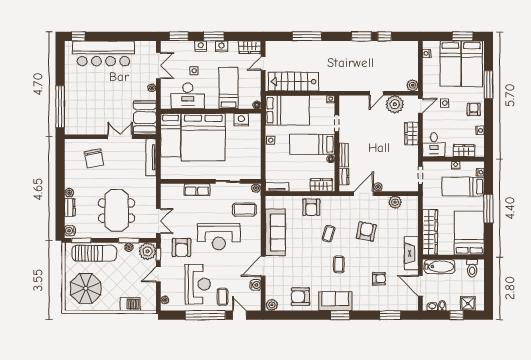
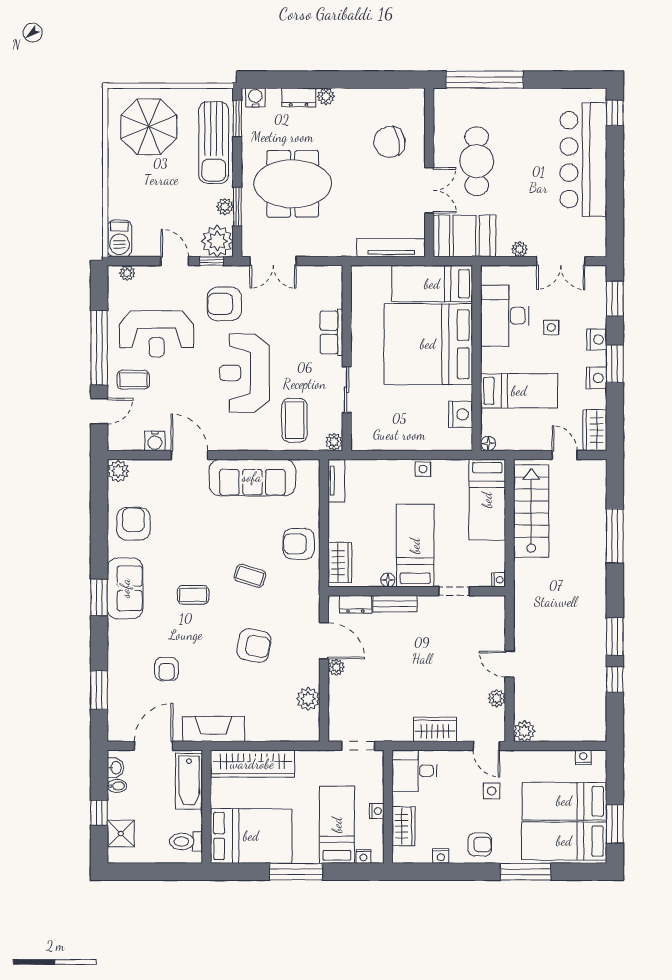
plant: (395, 104) -> (497, 698), width x0.53, depth x0.53
bed: (287, 110) -> (487, 500), width x0.67
cafe table: (104, 111) -> (477, 161), added
barbecue: (130, 304) -> (120, 238), moved

